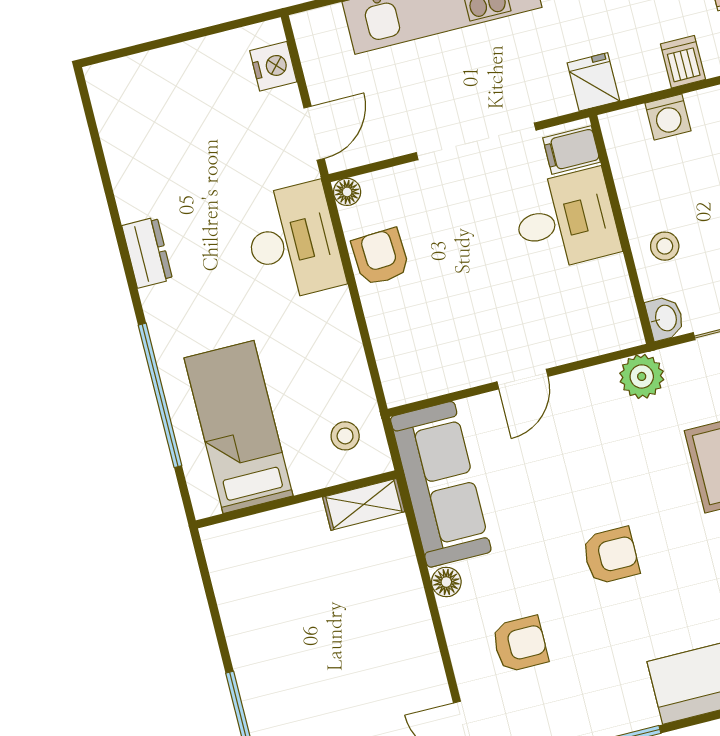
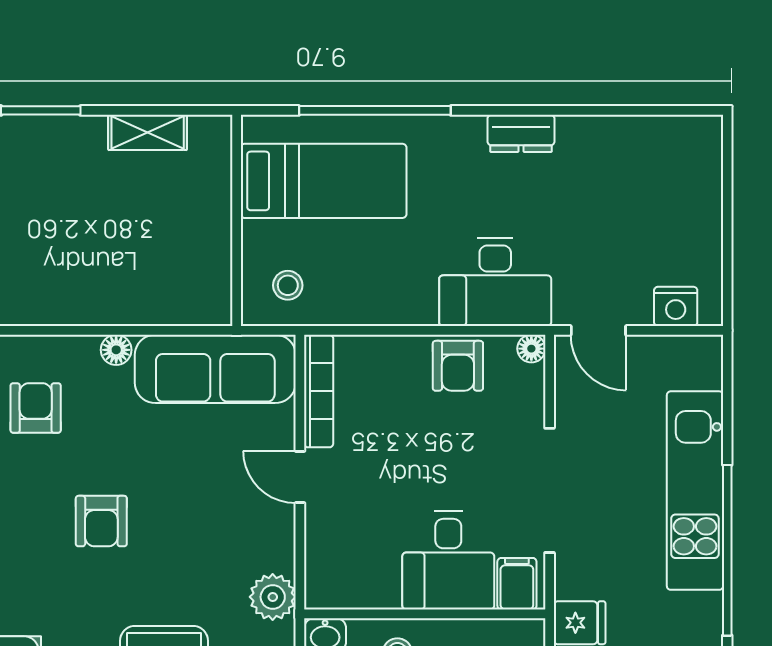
armchair: (381, 257) -> (458, 366), turned 93
bookcase: (437, 382) -> (319, 391), added
shelving: (364, 504) -> (148, 132), moved, turned 90
armchair: (520, 644) -> (36, 408), turned 180

